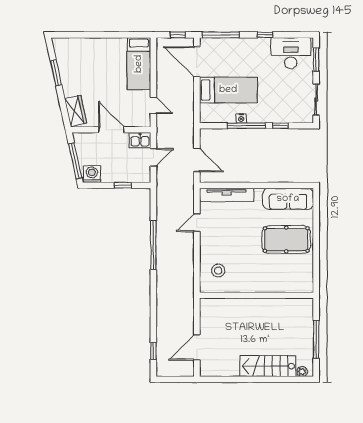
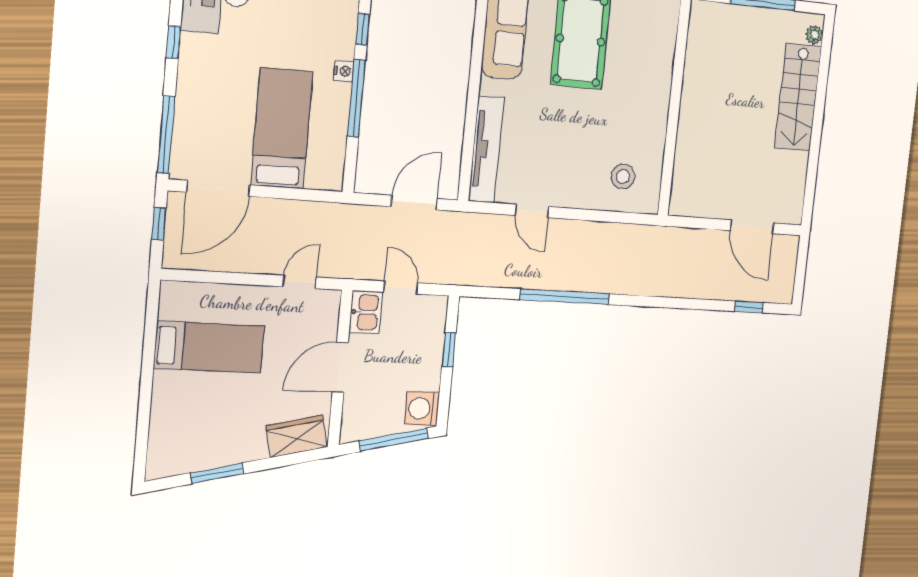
bed: (139, 64) -> (209, 347), moved
nightstand: (241, 118) -> (344, 71), moved

